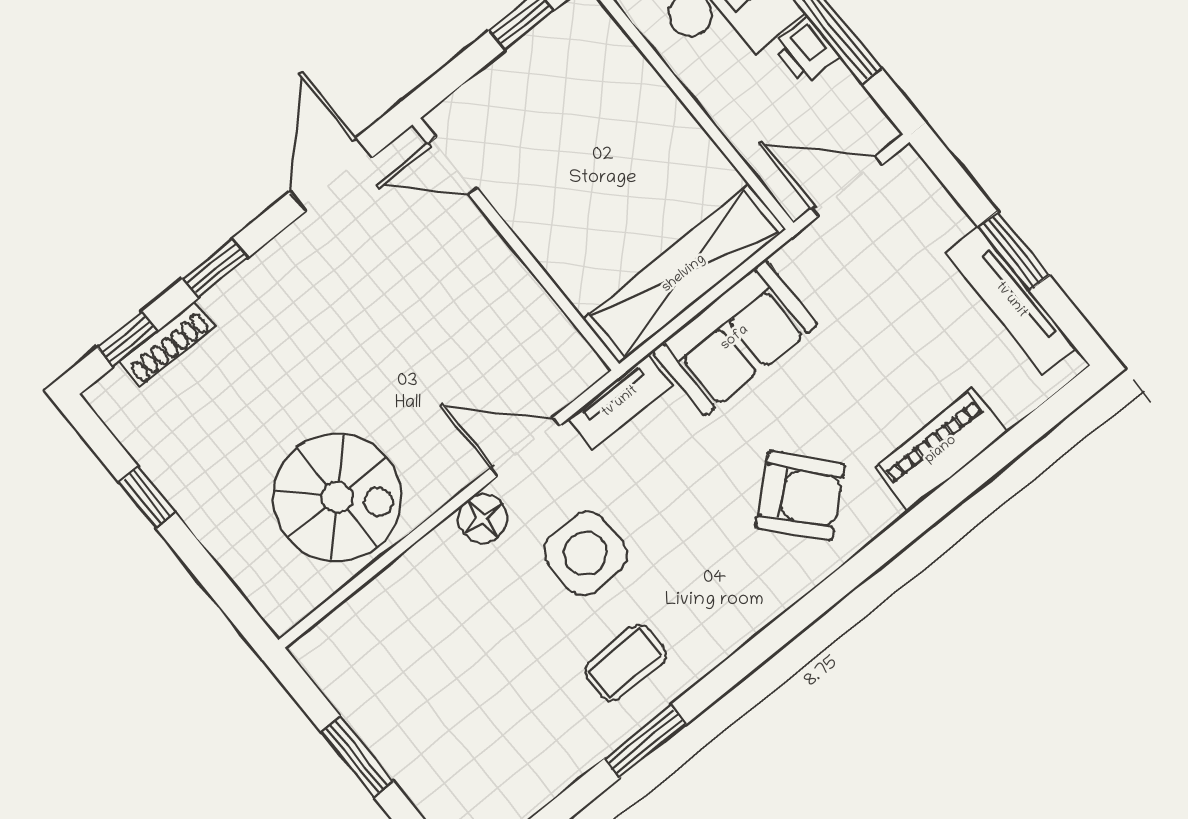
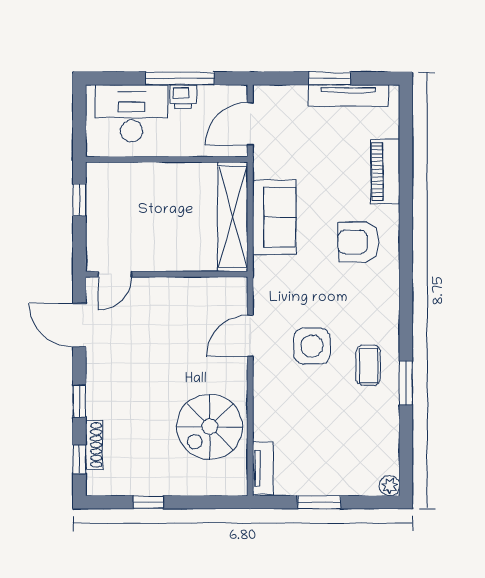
tv unit: (620, 402) -> (263, 468), moved
armchair: (800, 496) -> (358, 242), turned -139
spiral stairs: (337, 497) -> (210, 427), turned 180
floor lamp: (483, 519) -> (265, 376), removed

